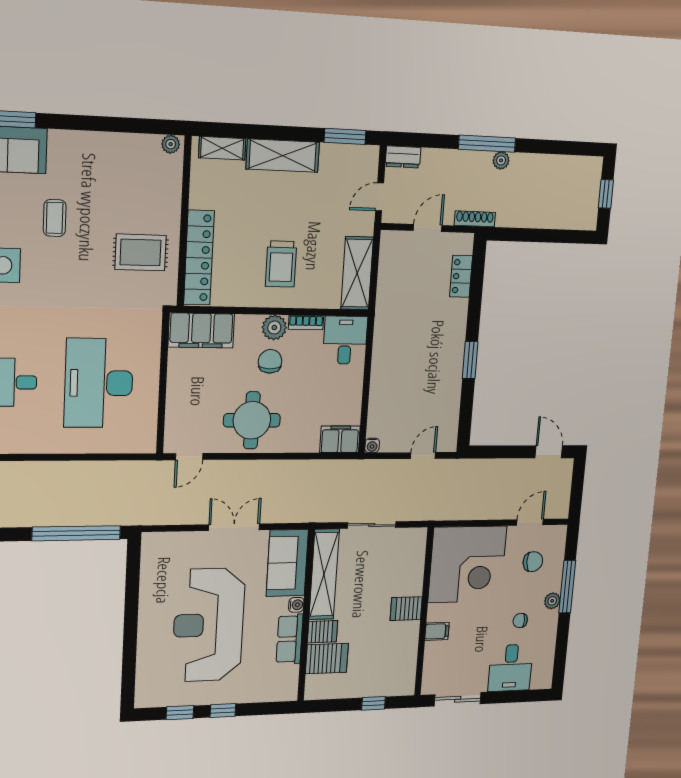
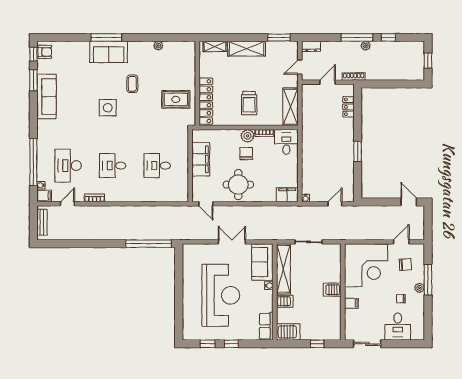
plant: (171, 144) -> (158, 46), moved
window: (542, 147) -> (388, 37), added
filing cabinet: (201, 330) -> (201, 159), moved, turned -90
desk: (99, 383) -> (157, 166), width x0.53, depth x0.77
door: (189, 457) -> (206, 204), hinge flipped
reception desk: (209, 625) -> (221, 295), turned 180
row of seats: (290, 639) -> (266, 326), moved
server rack: (327, 659) -> (288, 332), moved

